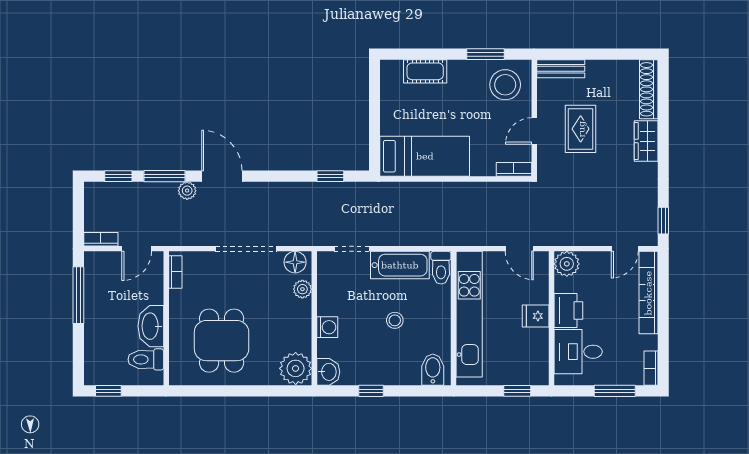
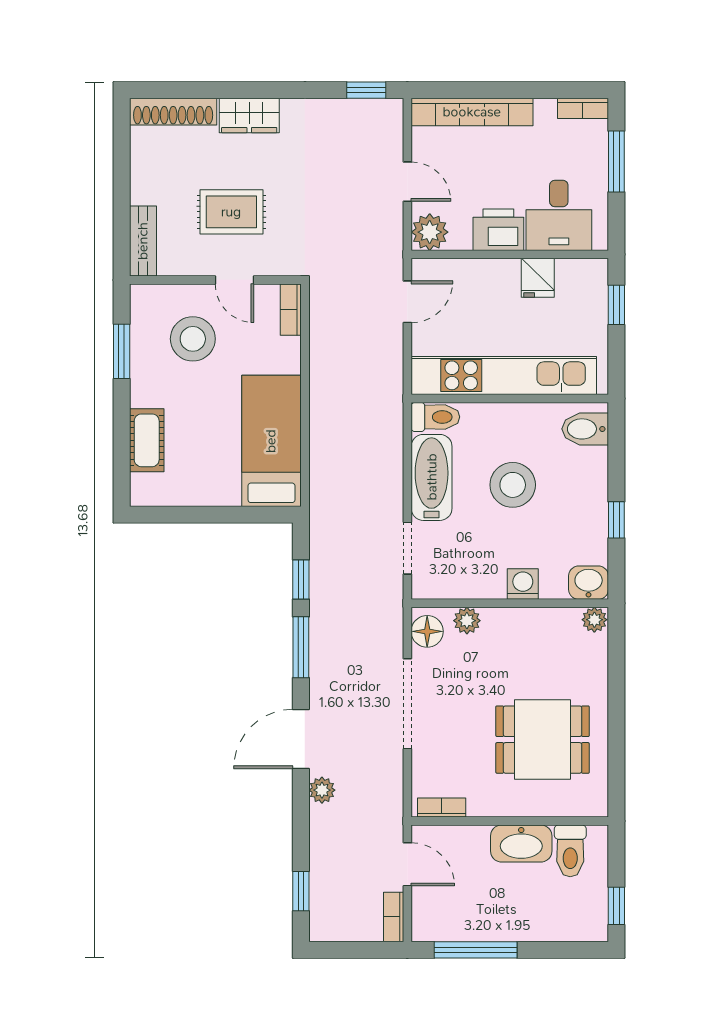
stool: (505, 85) -> (193, 339), moved
window: (164, 176) -> (301, 647), moved
door: (625, 249) -> (407, 182), moved
fridge: (536, 316) -> (538, 278), moved
stool: (395, 320) -> (513, 485), width x1.89, depth x1.89
plant: (296, 368) -> (594, 620), width x0.53, depth x0.53

